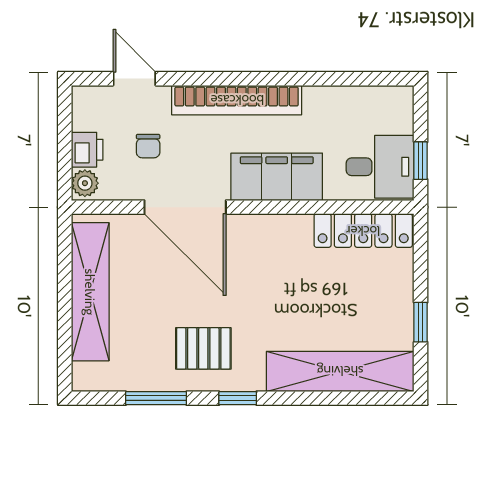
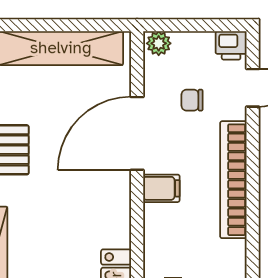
printer: (87, 150) -> (231, 45), moved
filing cabinet: (277, 177) -> (161, 188), width x0.33, depth x0.86

